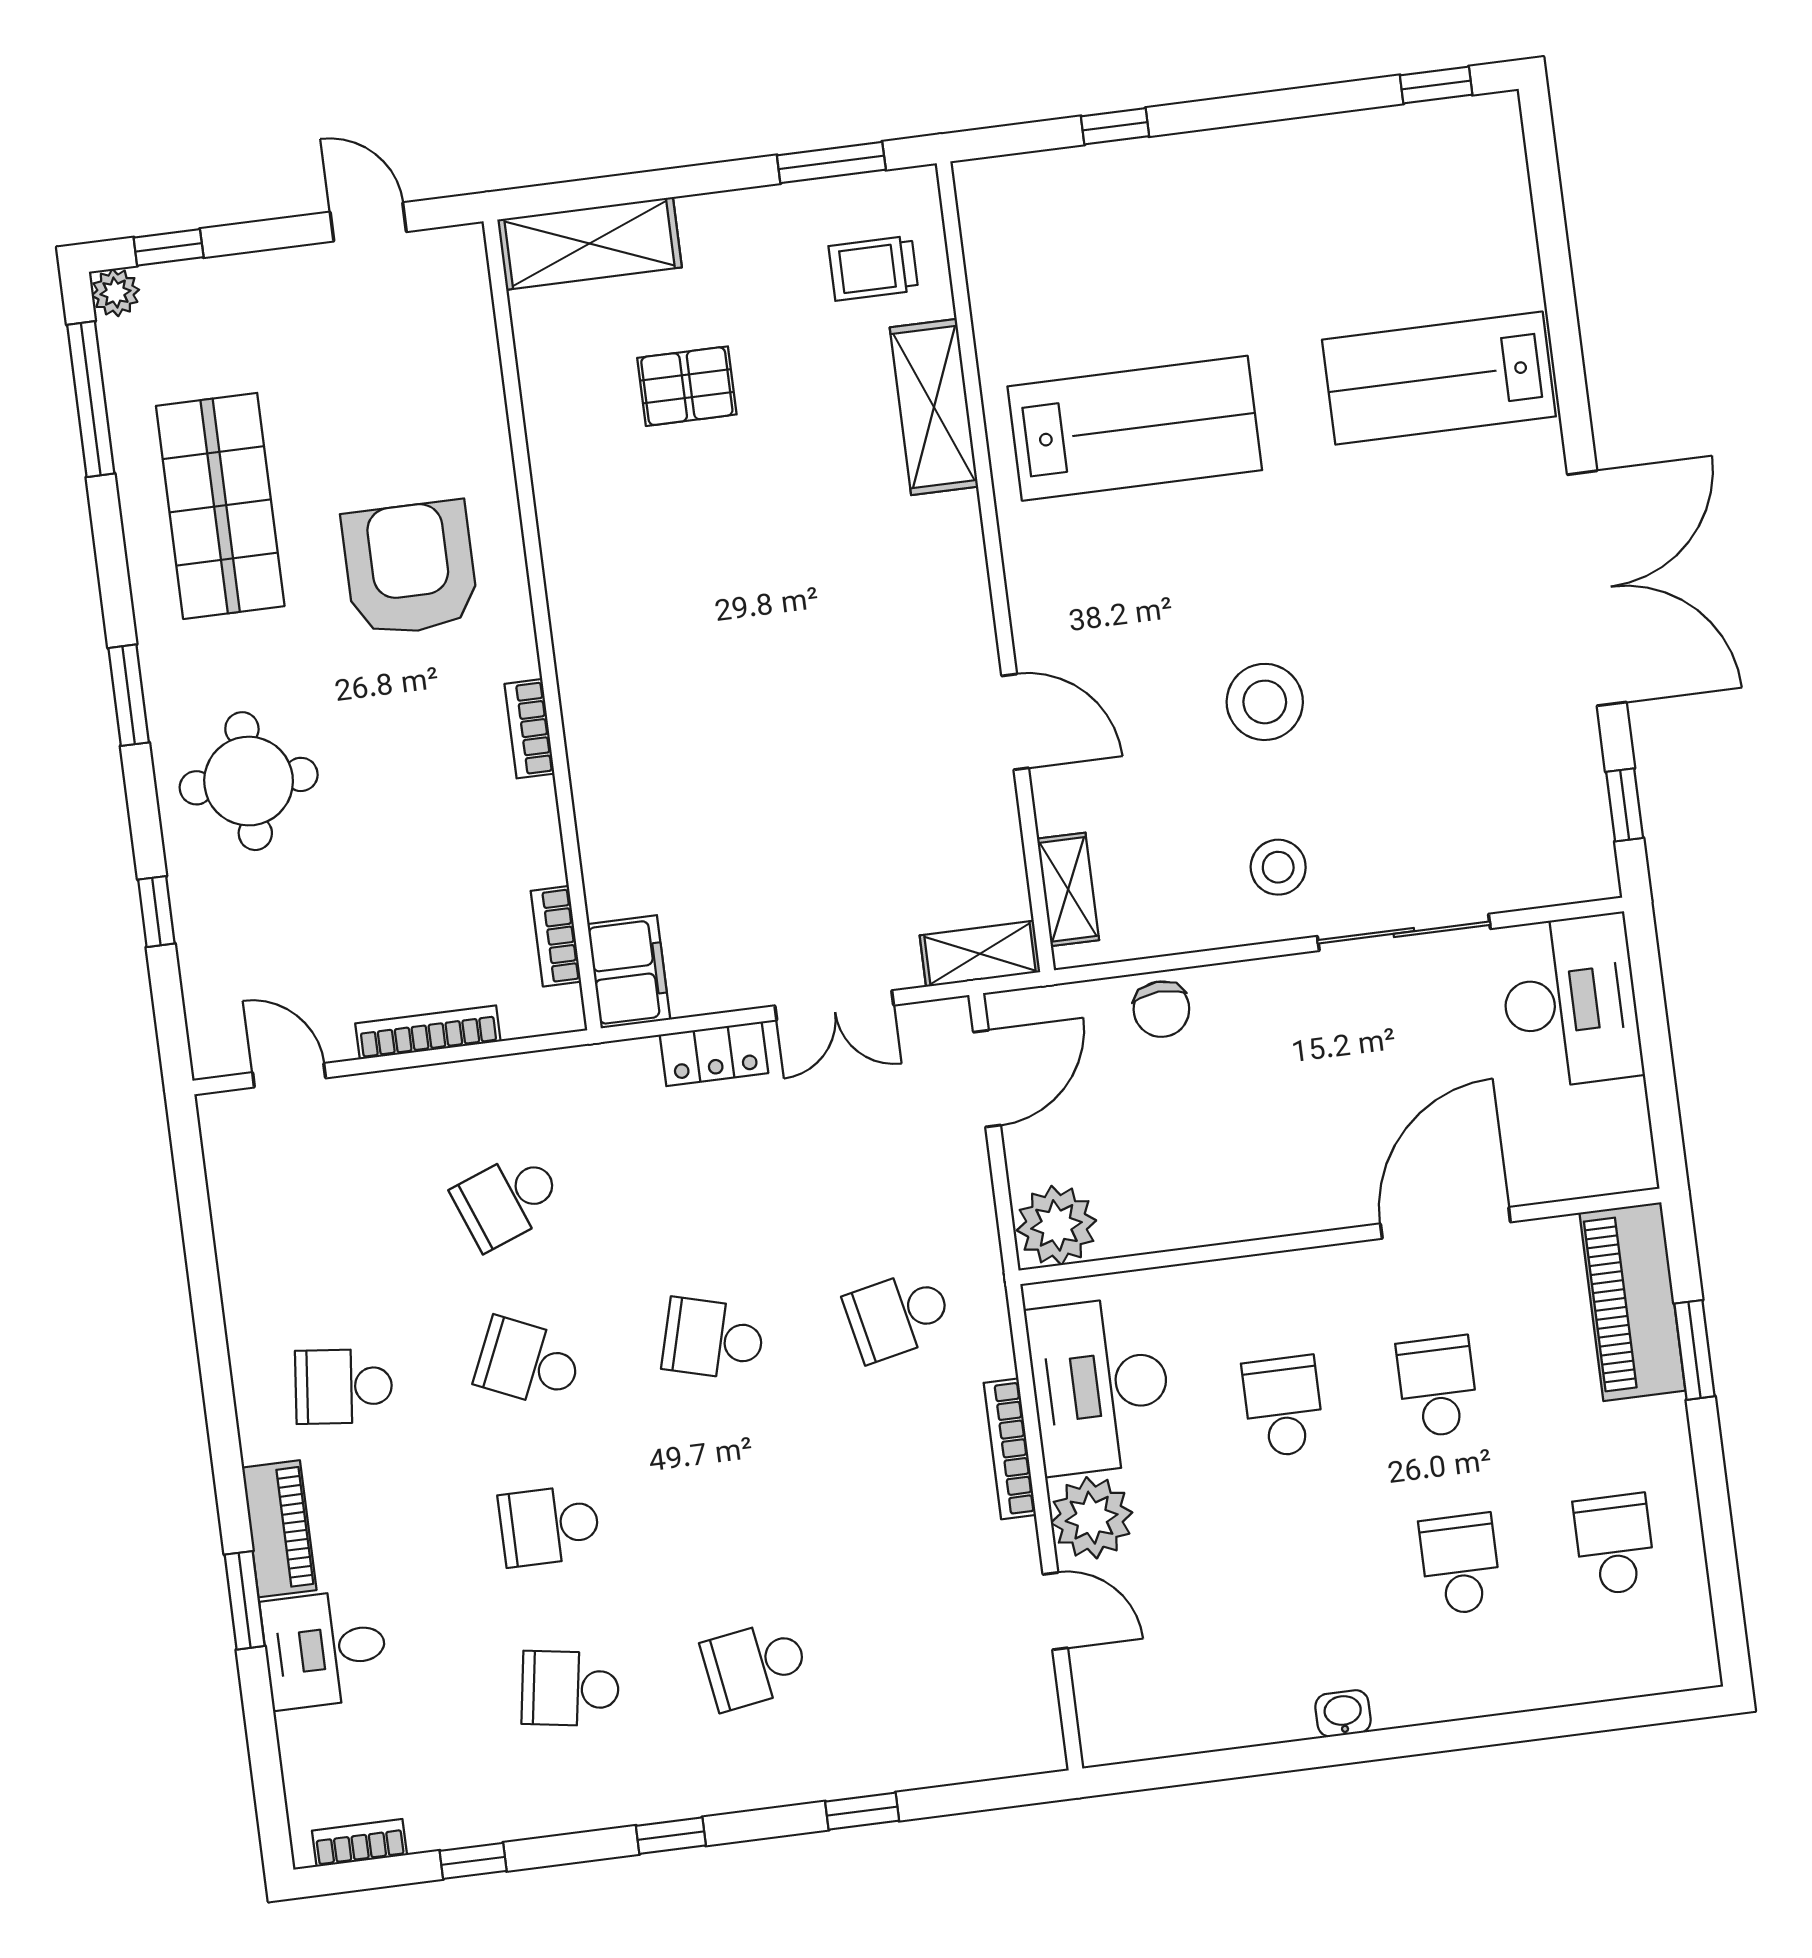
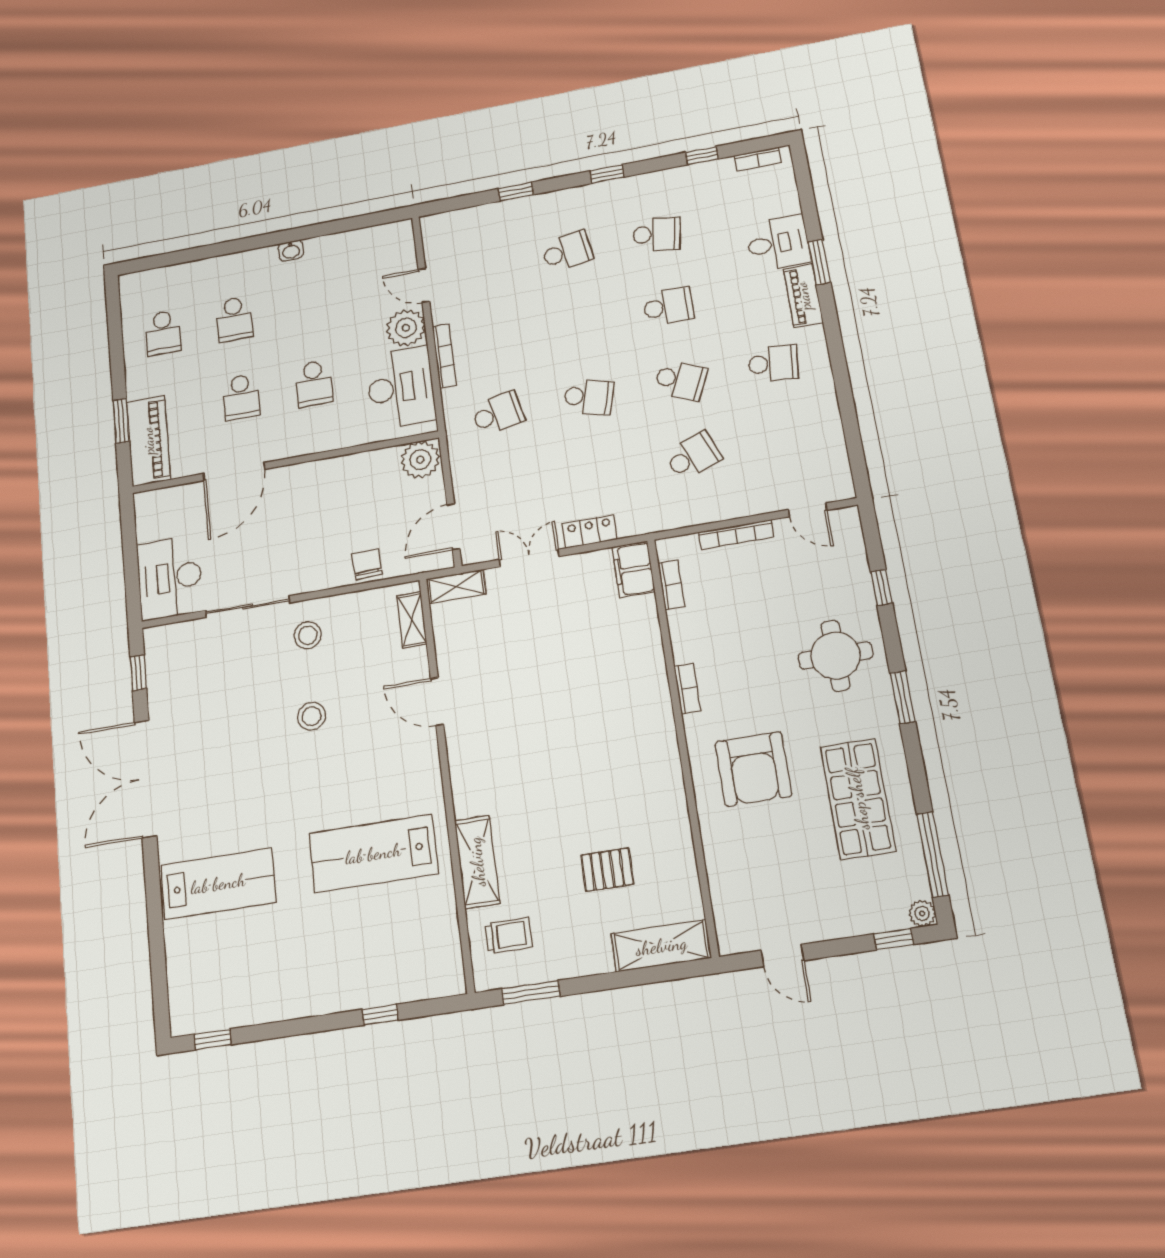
stool: (1265, 702) -> (312, 716), width x0.73, depth x0.73

